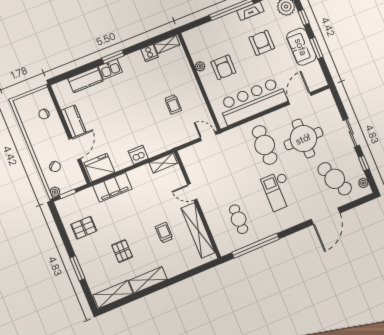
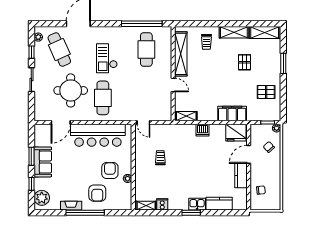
armchair: (262, 43) -> (97, 193), moved
checkout: (278, 191) -> (107, 58), turned 180
cafe table: (239, 219) -> (146, 49), width x1.37, depth x1.35
trolley: (164, 233) -> (206, 42), moved

